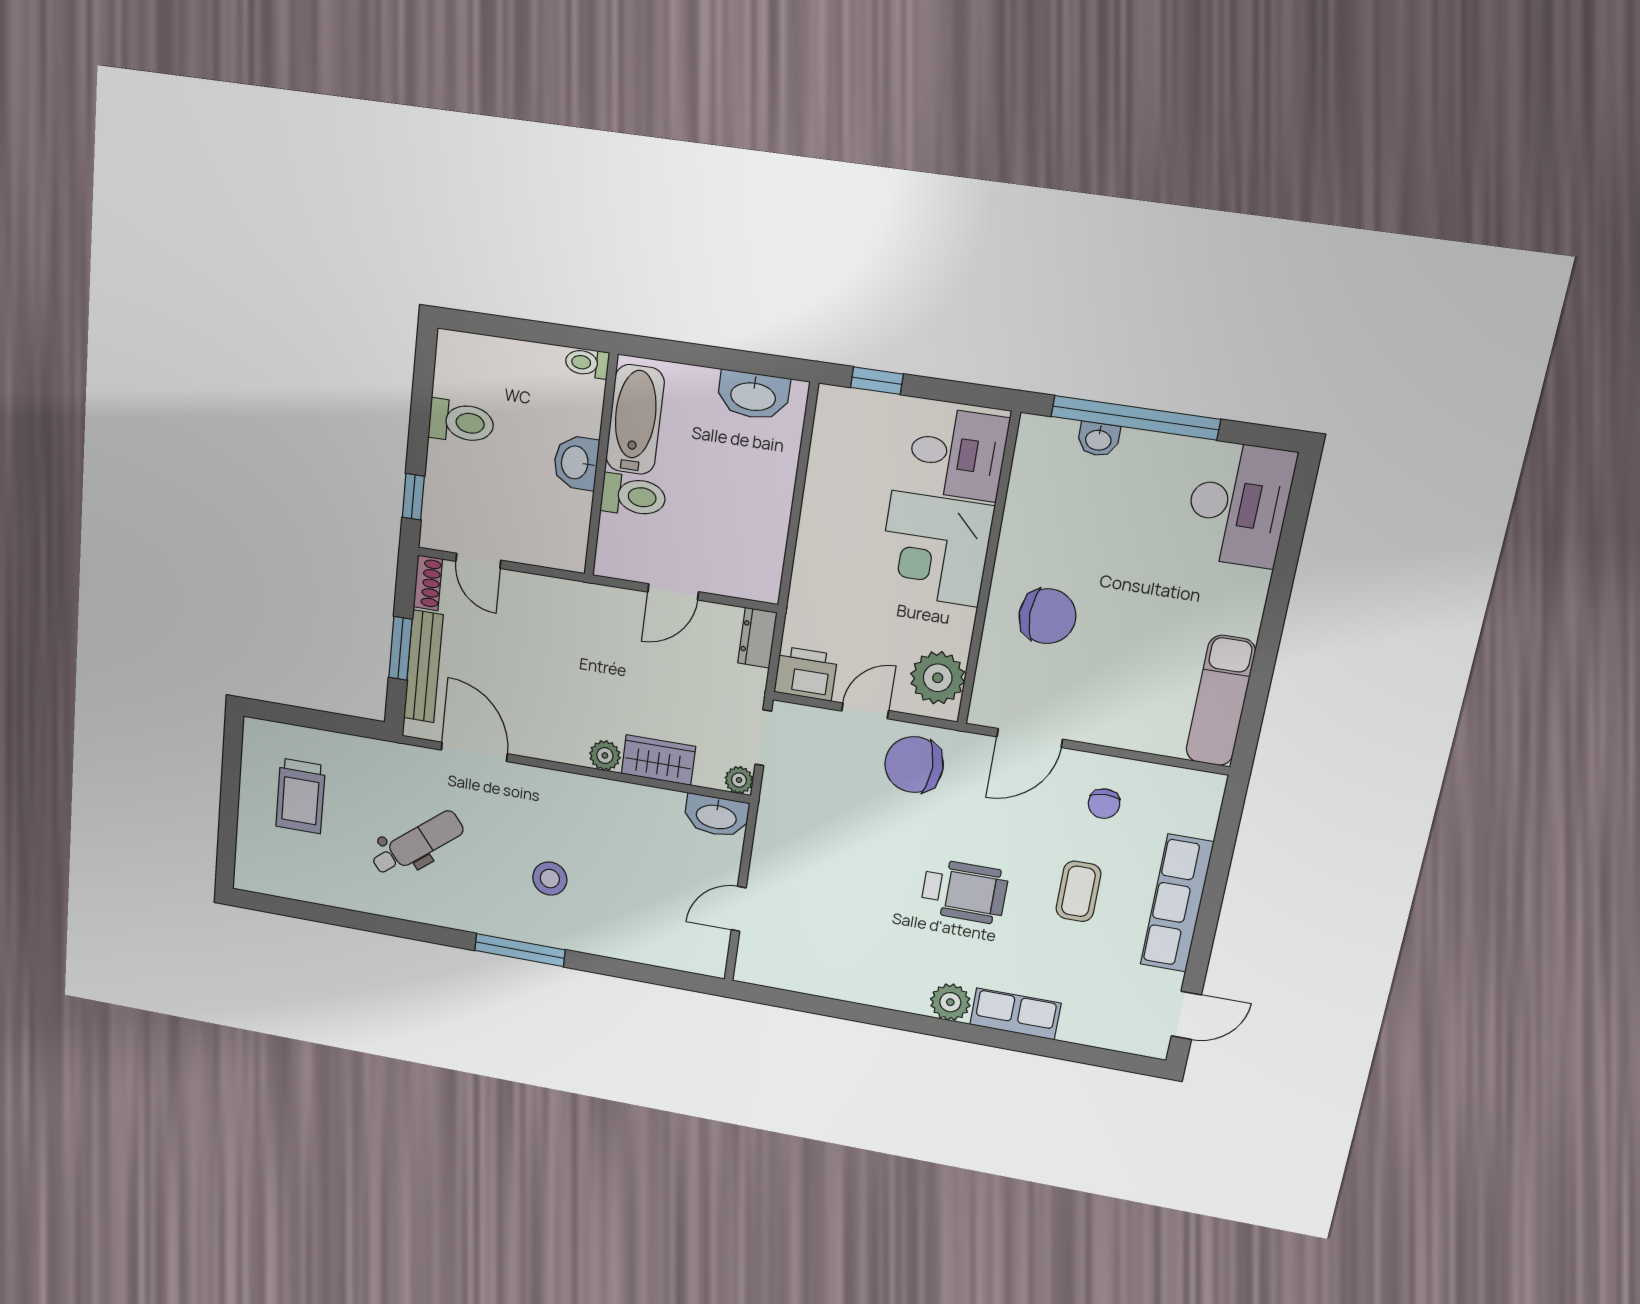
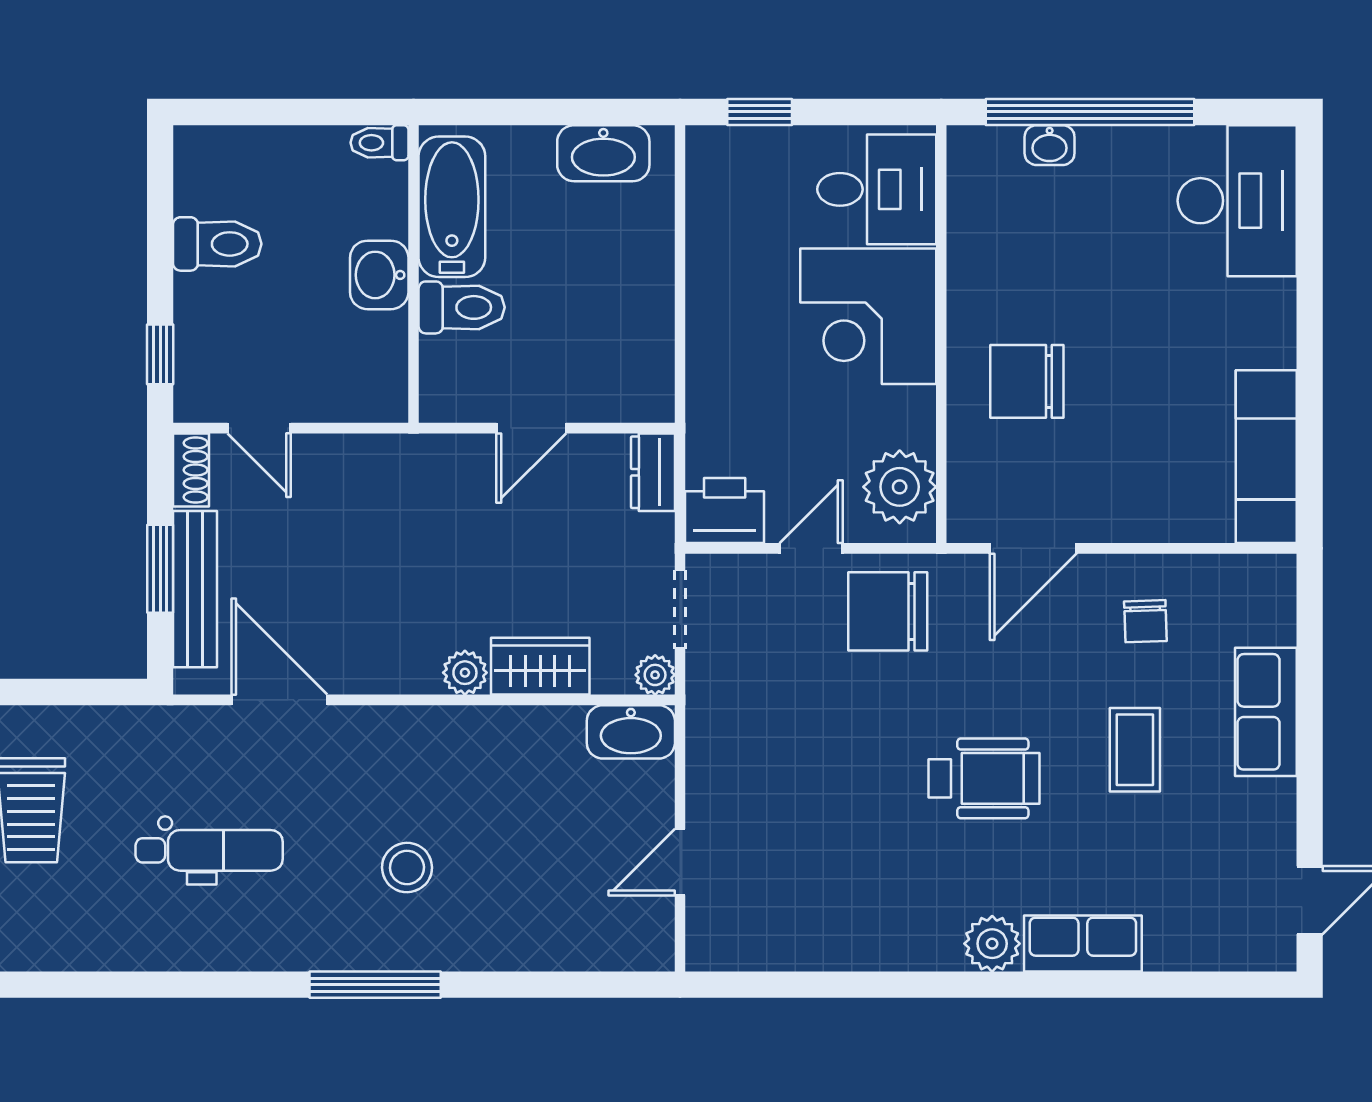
chair: (1047, 616) -> (1027, 381), turned 180
dental chair: (417, 843) -> (209, 850), turned 39
row of seats: (1177, 903) -> (1266, 712), width x0.68

